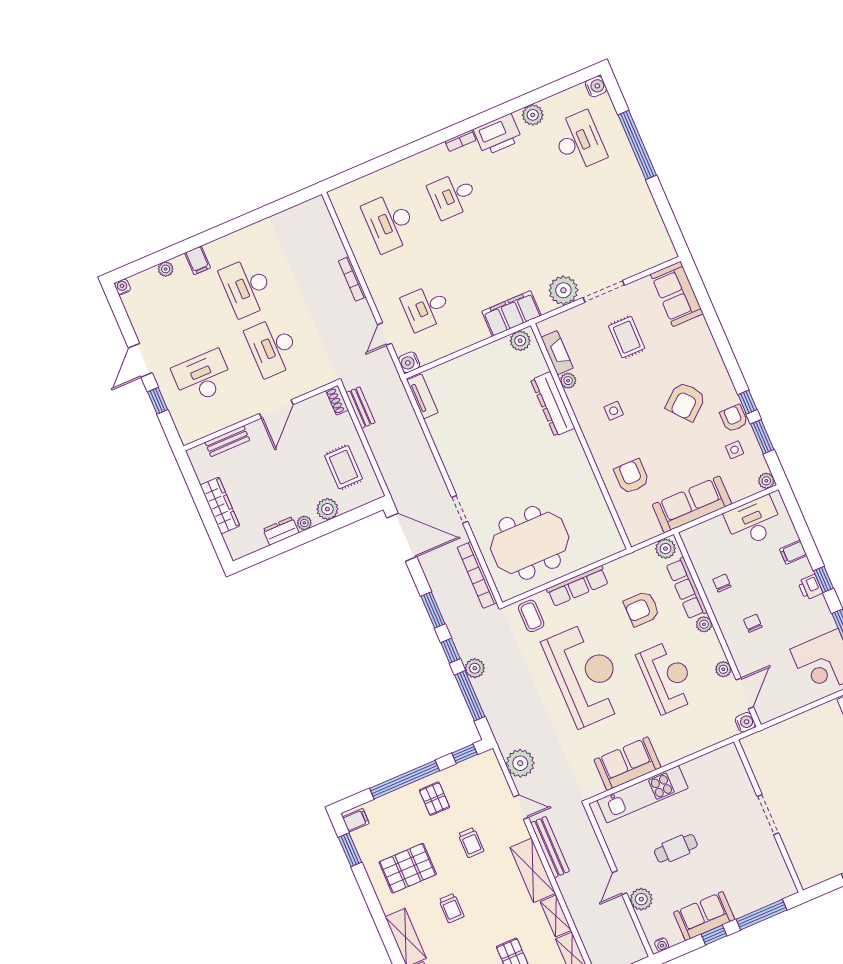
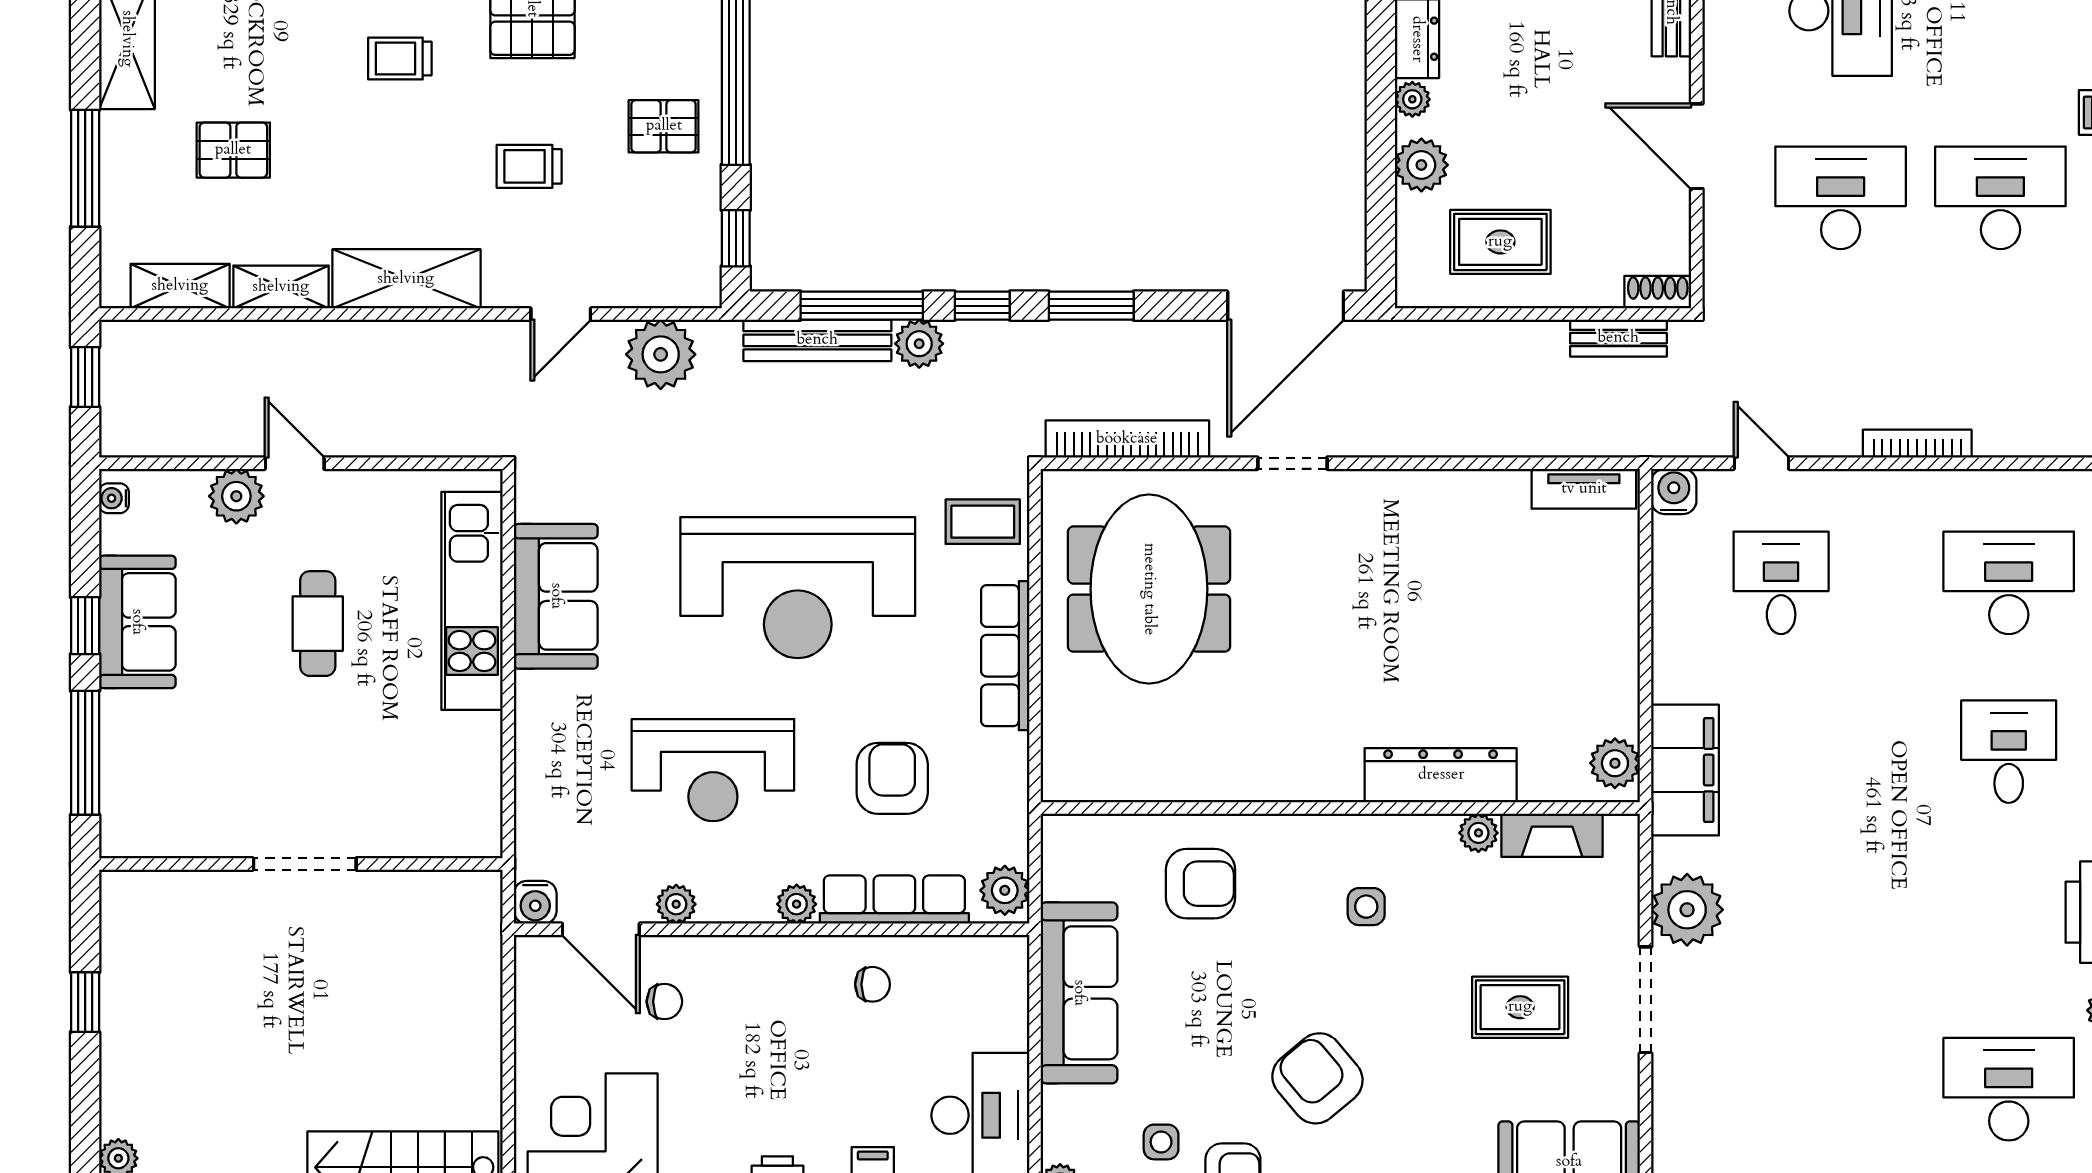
desk: (579, 141) -> (2009, 1089), turned 180
chair: (753, 623) -> (664, 1002), moved
bench: (550, 847) -> (817, 340), moved

